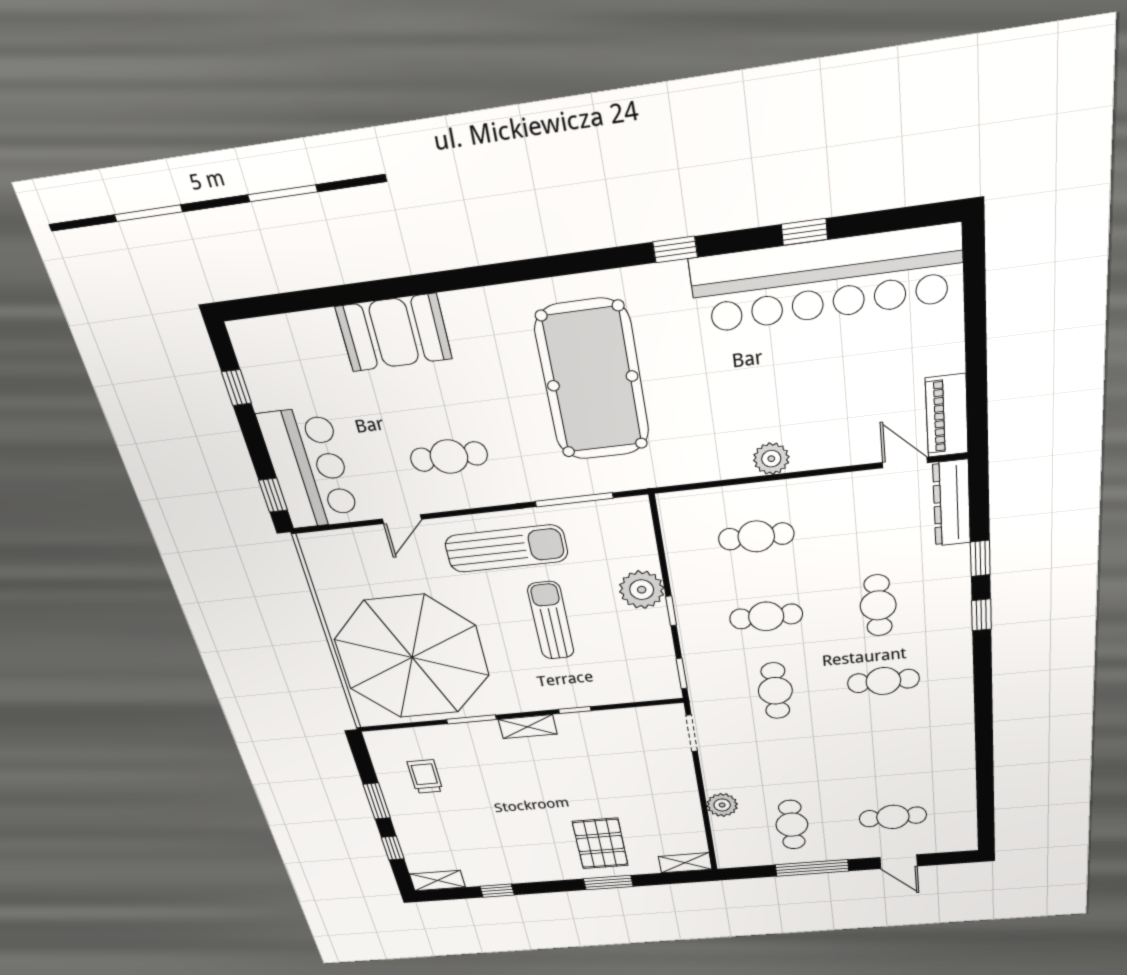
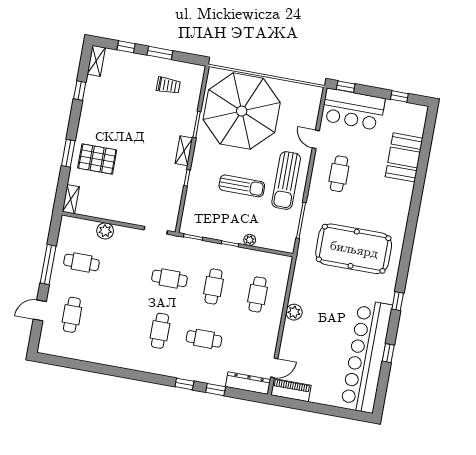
booth: (394, 333) -> (404, 157), moved
plant: (642, 590) -> (250, 240), width x0.53, depth x0.53

